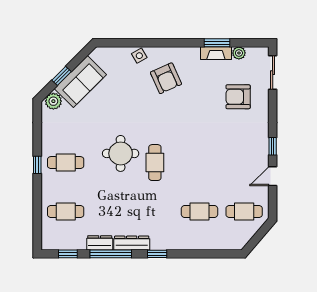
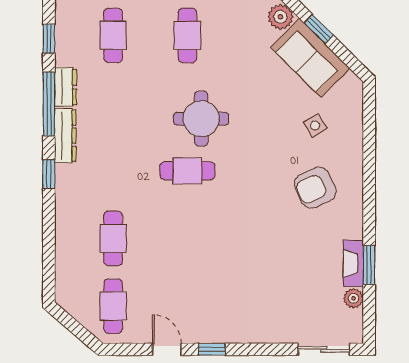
side table: (139, 56) -> (315, 125), moved
armchair: (238, 97) -> (287, 297), removed

